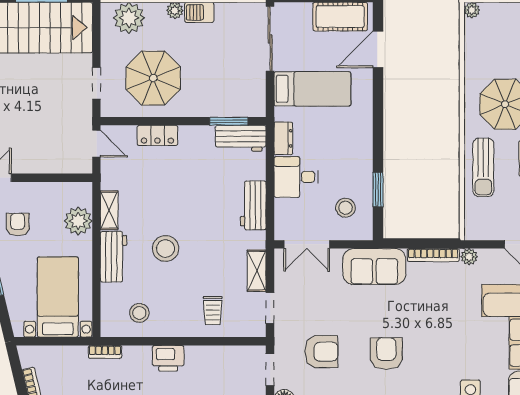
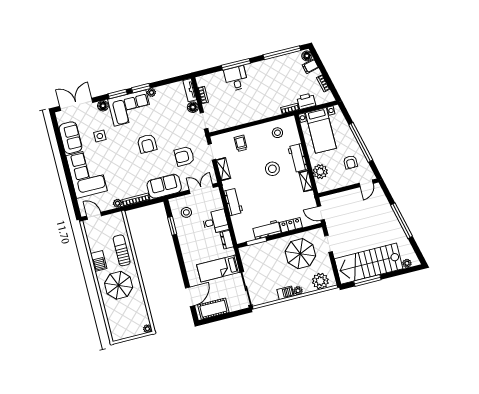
workbench: (241, 138) -> (267, 230), moved
armchair: (321, 352) -> (184, 156), moved
printer: (168, 358) -> (306, 101), moved

